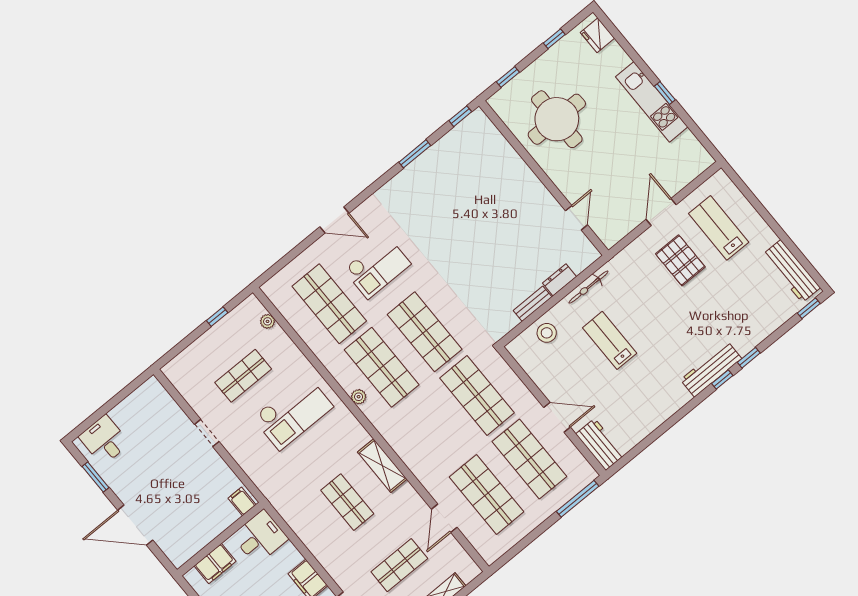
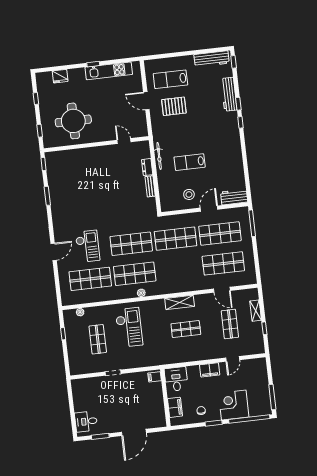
fridge: (598, 35) -> (60, 76), moved
kitchen unit: (652, 102) -> (109, 71), moved
stool: (547, 333) -> (189, 194), moved
workbench: (711, 369) -> (229, 94), moved

